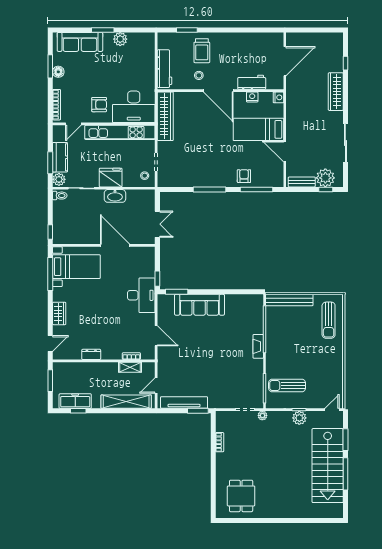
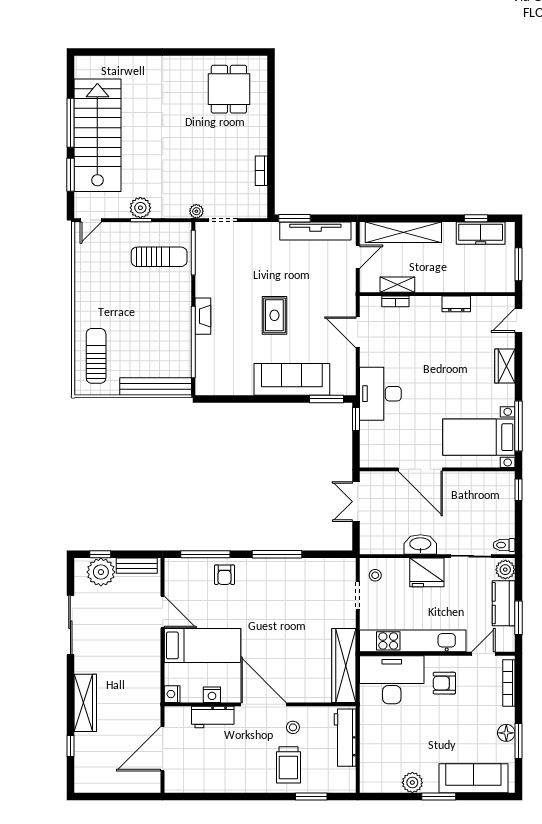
trolley: (202, 51) -> (288, 765), turned 180
window: (50, 163) -> (519, 618), moved
rug: (211, 347) -> (274, 315), added

